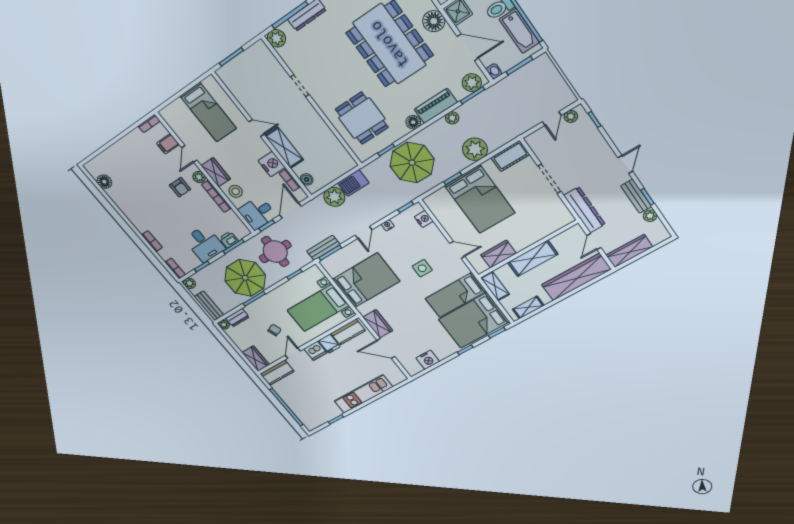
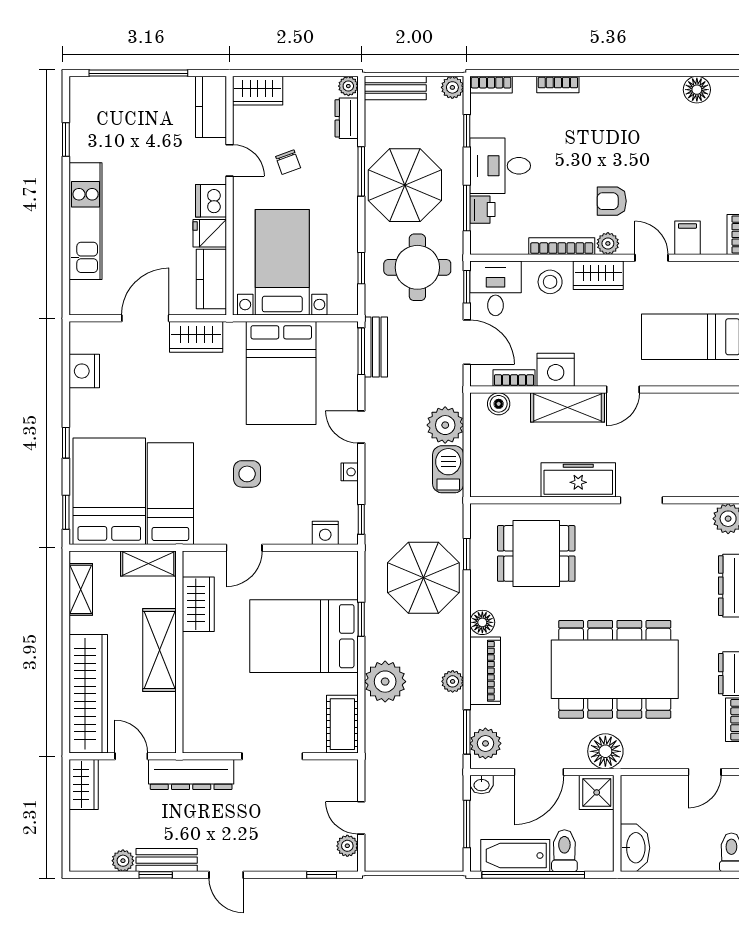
freezer: (313, 121) -> (578, 480), added
wardrobe: (629, 251) -> (84, 784), width x0.67

